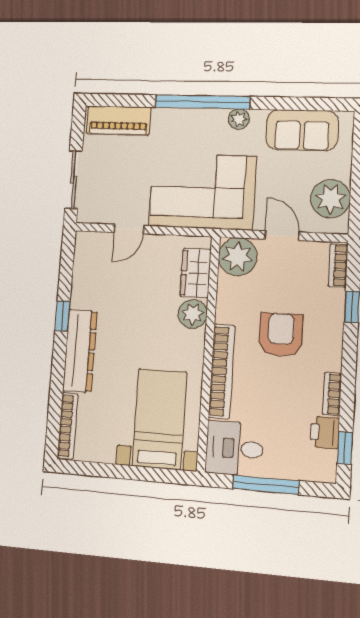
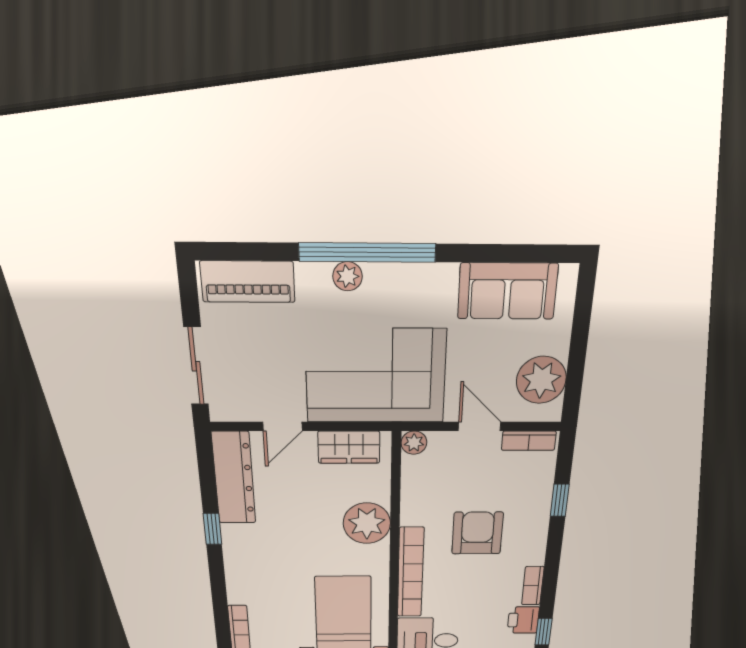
plant: (239, 119) -> (348, 276), moved
plant: (238, 257) -> (414, 443), width x0.53, depth x0.53
bookcase: (338, 265) -> (529, 441), moved, turned -90
wardrobe: (196, 273) -> (349, 447), moved, turned -90
plant: (193, 314) -> (367, 523), width x1.36, depth x1.36
dresser: (80, 351) -> (234, 478), moved

